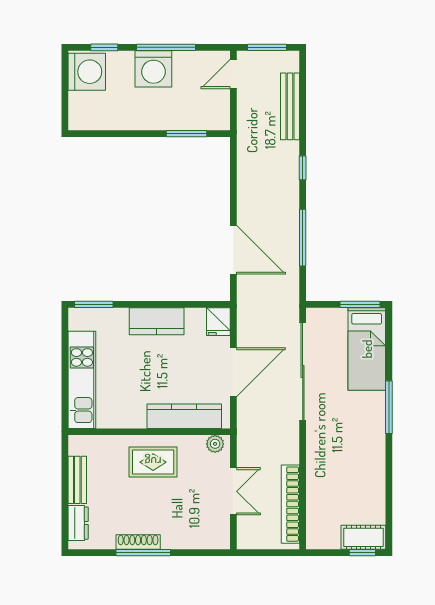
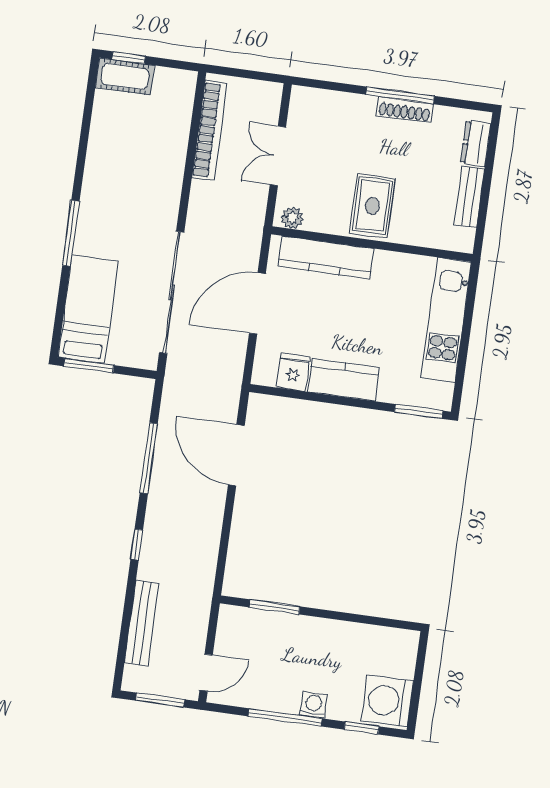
washing machine: (153, 69) -> (313, 705), width x0.53, depth x0.53
fridge: (218, 322) -> (293, 372), moved
rug: (153, 462) -> (372, 206), turned 90

